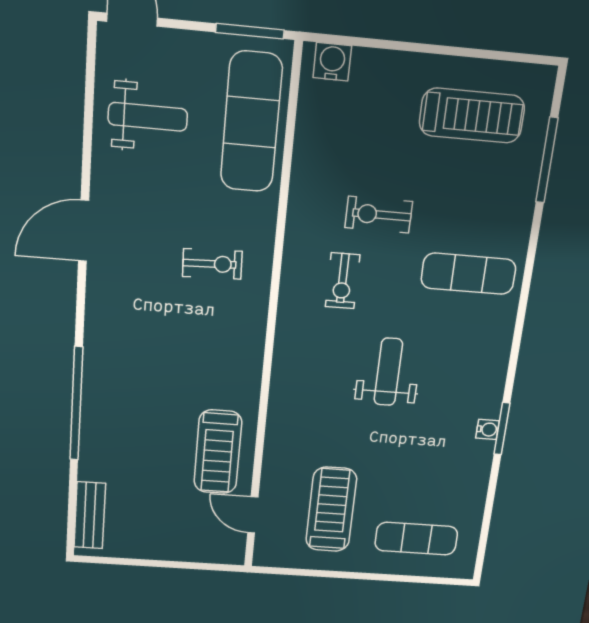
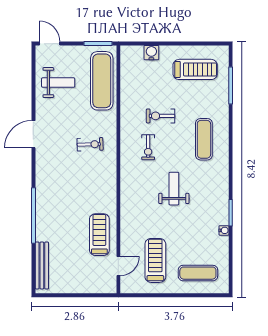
water cooler: (332, 62) -> (151, 53), moved
exercise mat: (468, 274) -> (204, 139), turned 90
water cooler: (488, 429) -> (224, 230), moved
treadmill: (218, 452) -> (99, 235), turned 180
bench: (90, 515) -> (42, 265), width x1.36
door: (253, 515) -> (118, 266), swing flipped

